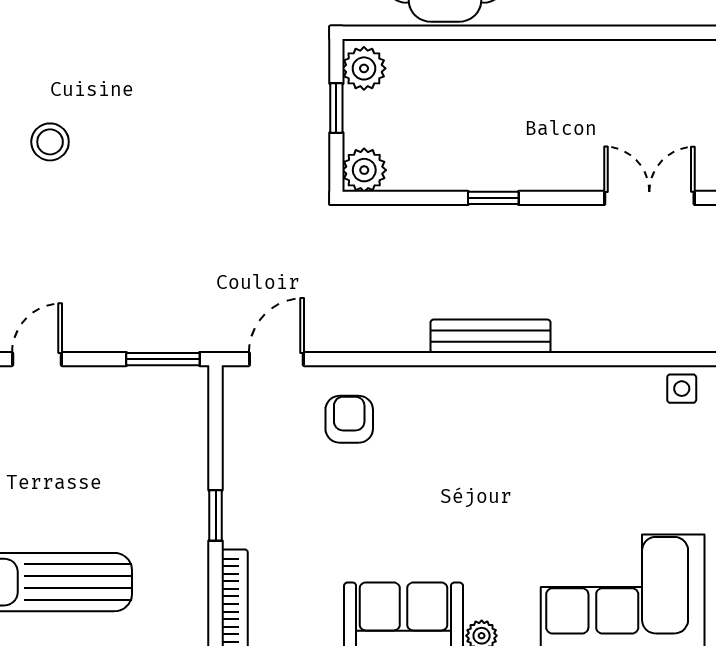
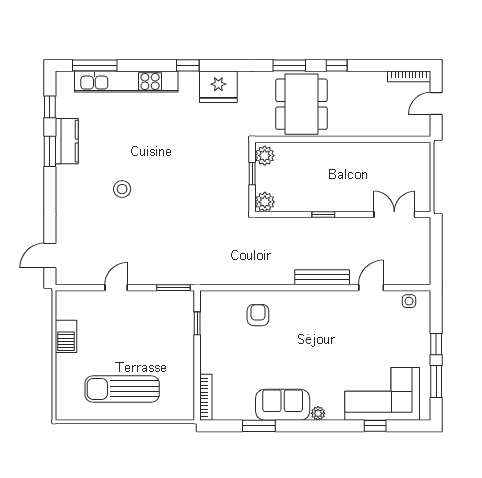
door: (276, 359) -> (371, 288), moved
window: (216, 515) -> (197, 323), moved

